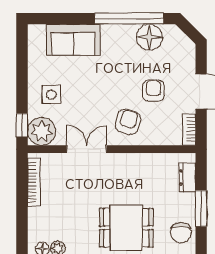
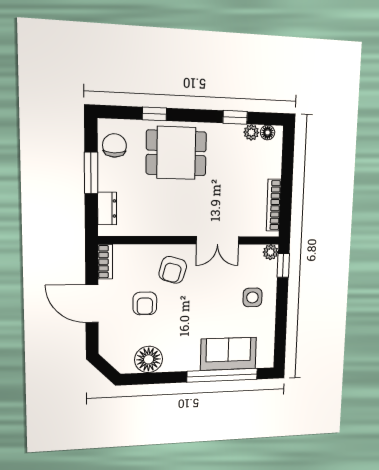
window: (129, 19) -> (222, 375), moved
plant: (42, 131) -> (271, 252), width x0.53, depth x0.53

